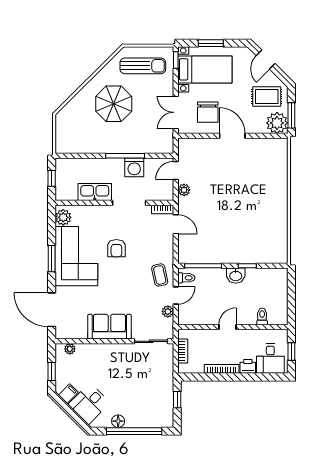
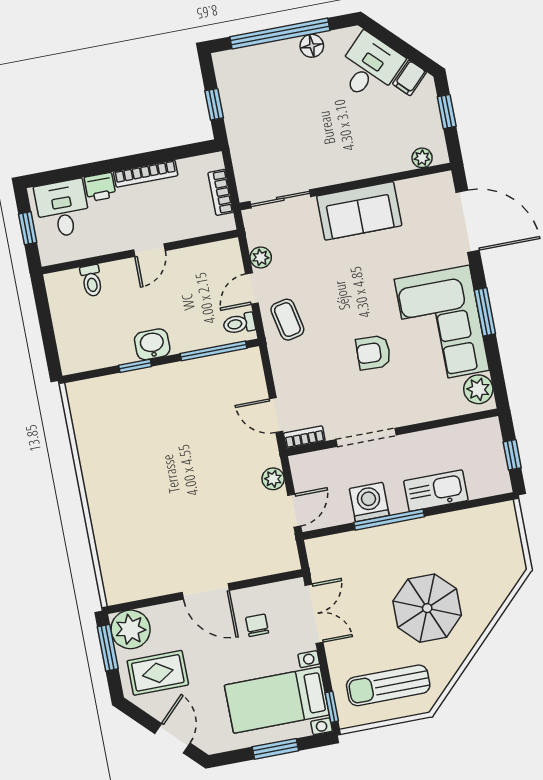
chair: (208, 112) -> (257, 625), width x0.54, depth x0.54
kitchen sink: (95, 192) -> (436, 491), moved, turned 180
armchair: (116, 248) -> (373, 353), turned -88

